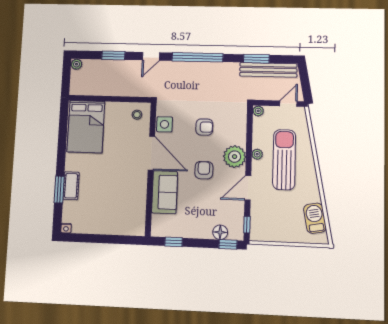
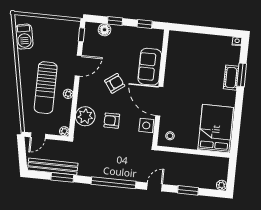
plant: (235, 157) -> (85, 116), moved
armchair: (204, 170) -> (115, 83), turned -126
window: (228, 244) -> (115, 21), moved

